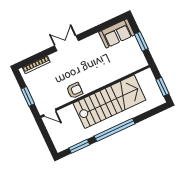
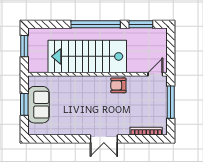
sofa: (117, 33) -> (38, 105), moved, turned 90
window: (28, 96) -> (171, 102), width x1.44
door: (50, 113) -> (155, 74), hinge flipped

